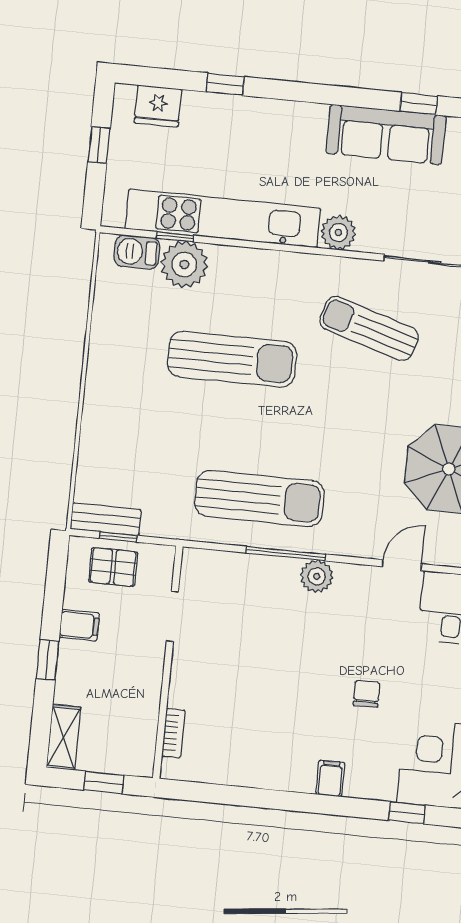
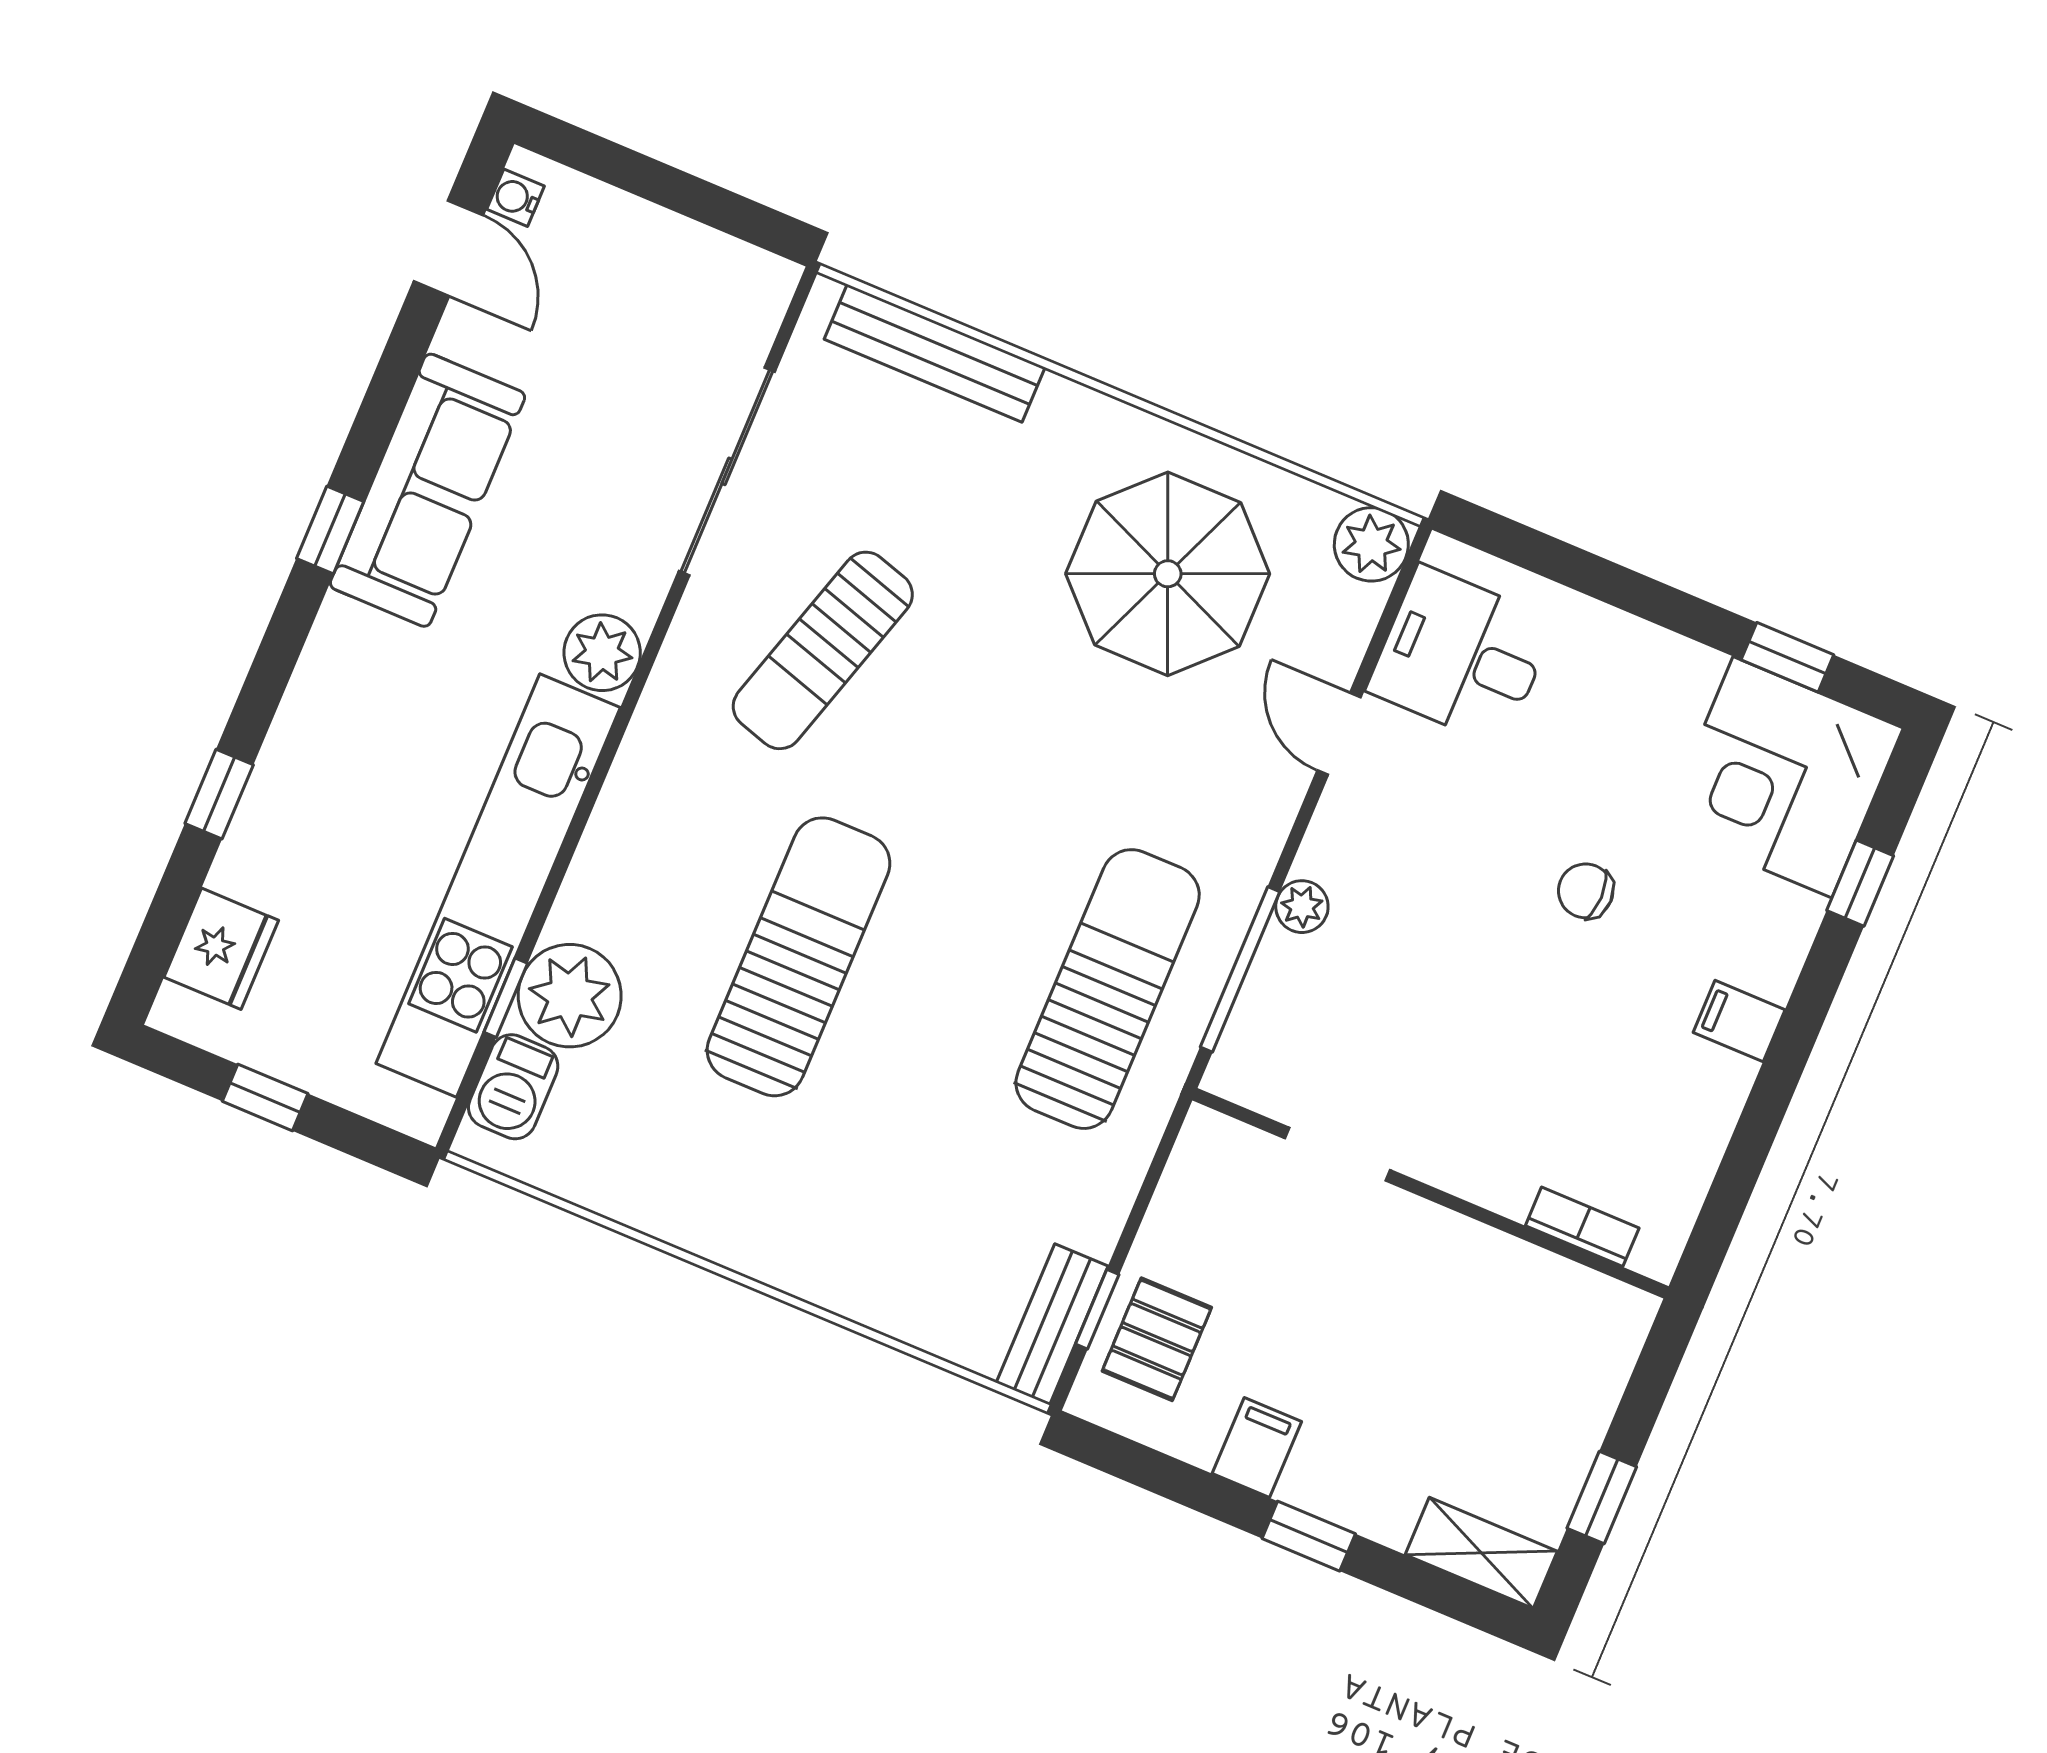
window: (419, 104) -> (330, 530), moved
plant: (317, 576) -> (1302, 907), width x0.73, depth x0.73
doorway: (172, 616) -> (1337, 1154), moved
wall: (168, 662) -> (1430, 1193), moved
bookcase: (174, 733) -> (1582, 1227), moved

